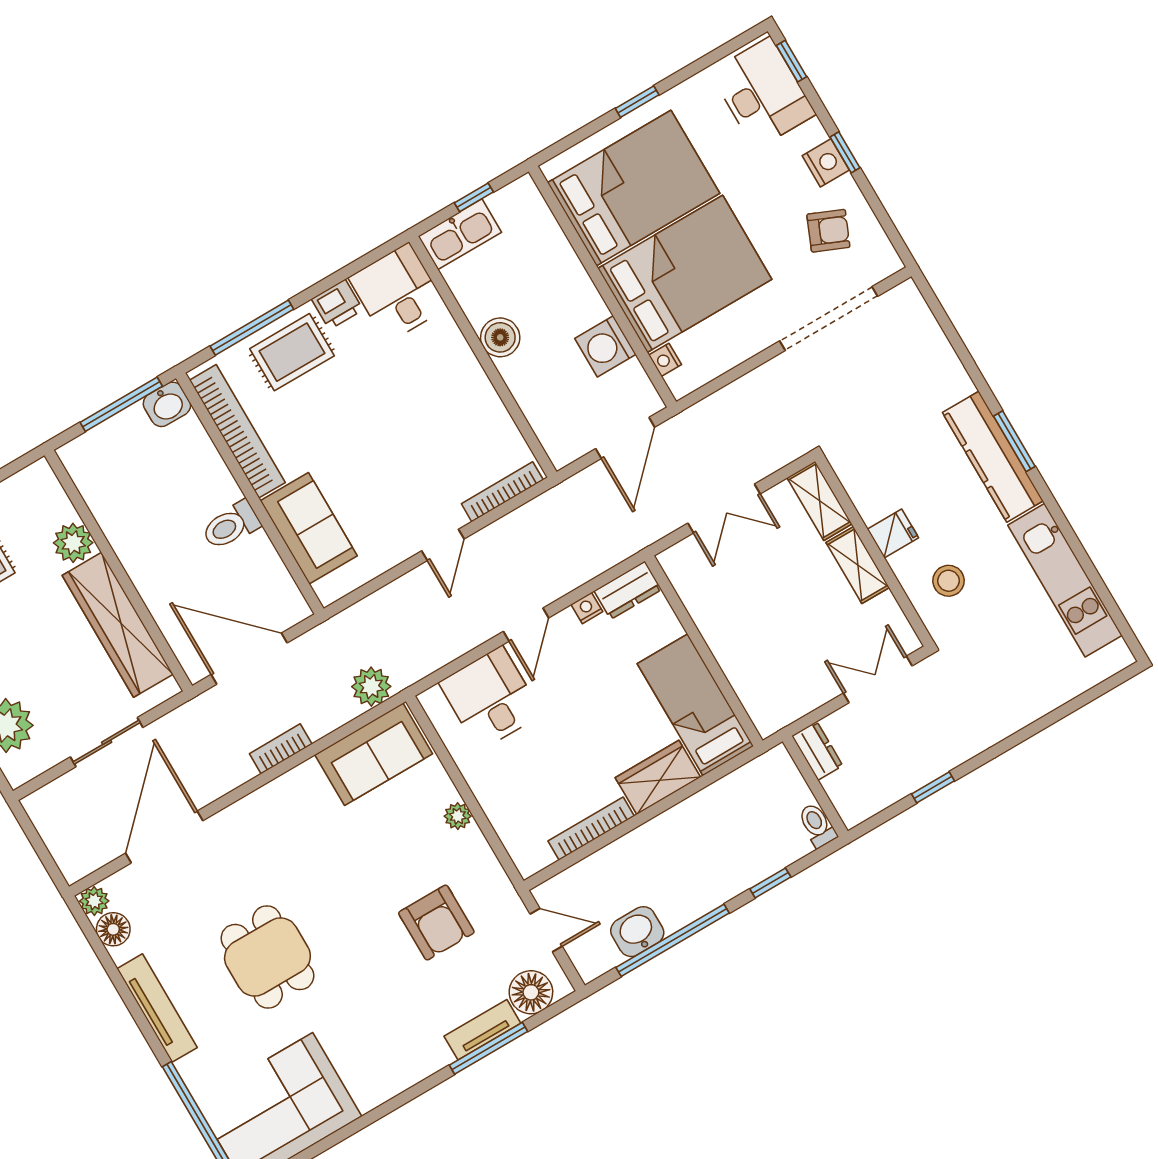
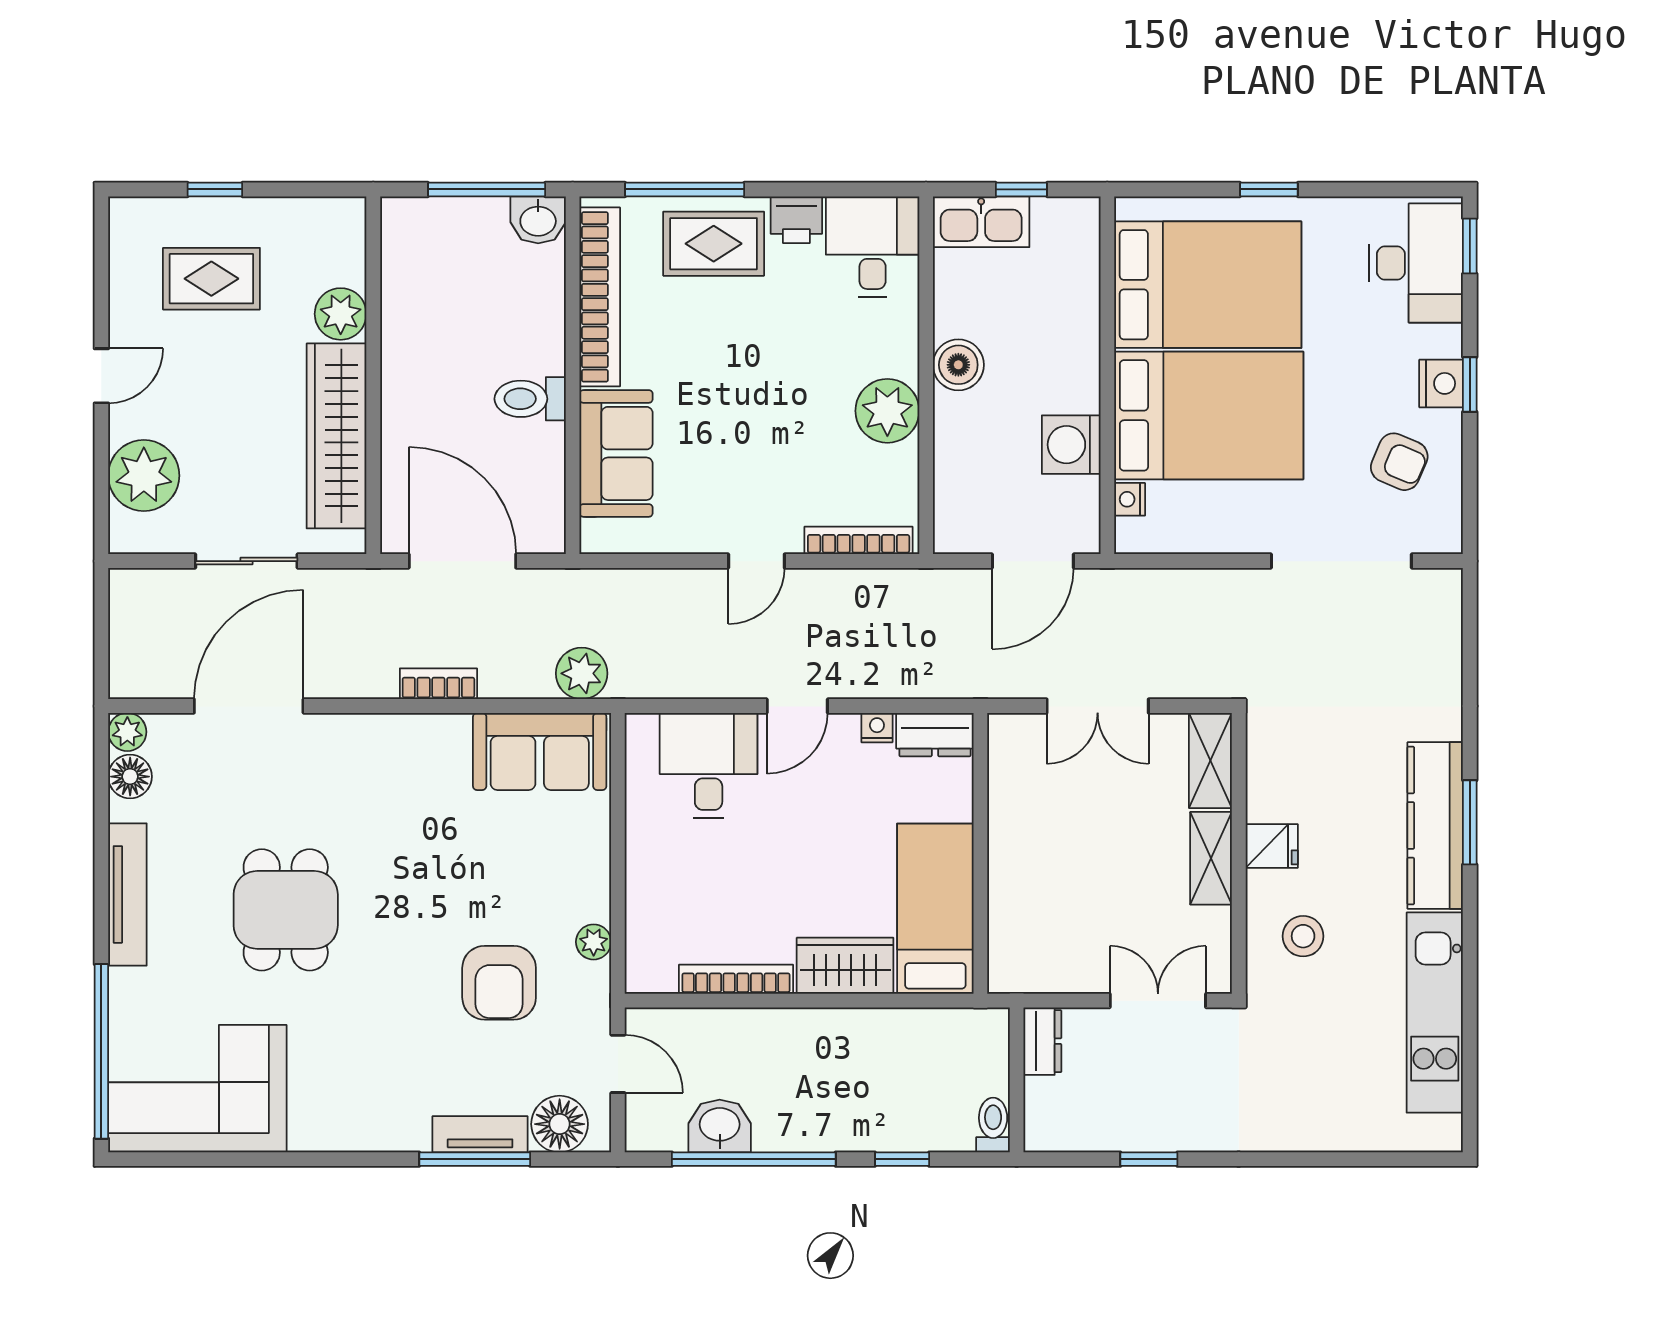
plant: (471, 395) -> (887, 411), added
plant: (458, 816) -> (594, 942), moved

